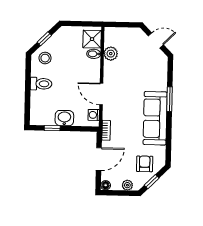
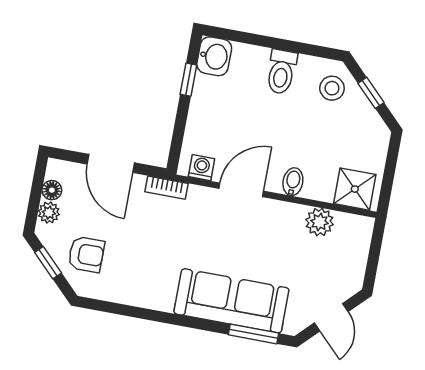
bidet: (94, 54) -> (293, 182), moved
window: (170, 99) -> (253, 334), moved
washbasin: (64, 118) -> (214, 56), moved
sofa: (155, 118) -> (231, 301), moved
floor lamp: (106, 185) -> (52, 190), moved

